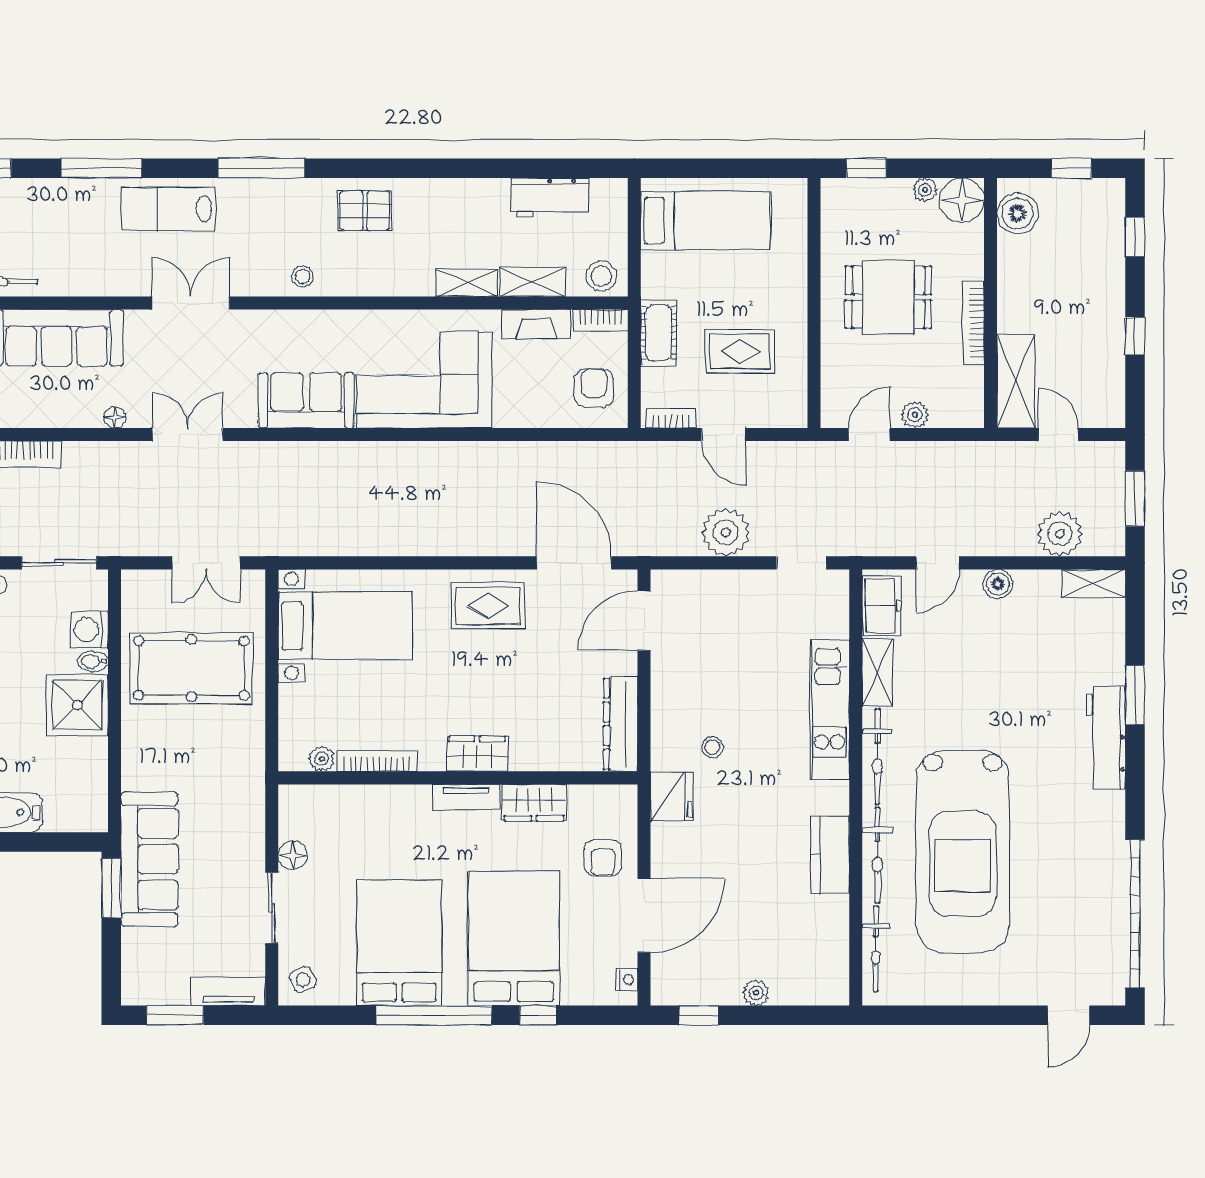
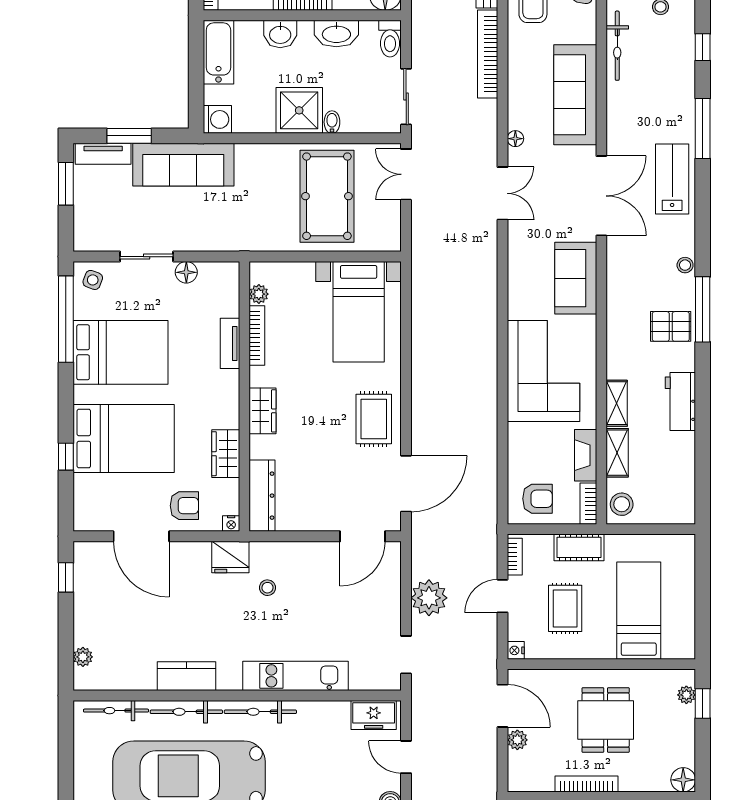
window: (261, 168) -> (703, 309), moved
plant: (925, 190) -> (686, 695), moved
workbench: (550, 198) -> (680, 402), moved
floor lamp: (962, 200) -> (683, 780), width x0.73, depth x0.73
pallet: (365, 211) -> (671, 326), turned 90
bed: (706, 221) -> (639, 611), moved, turned 180
stool: (303, 276) -> (685, 265), moved
double door: (191, 303) -> (601, 196), width x1.37
sofa: (306, 400) -> (576, 278), moved, turned 180
nightstand: (796, 417) -> (516, 650), added
door: (869, 435) -> (503, 706), width x1.38
double door: (206, 563) -> (406, 174), moved
door: (644, 621) -> (363, 536), swing flipped
washing machine: (89, 630) -> (217, 119), moved, turned 90
shelving: (877, 672) -> (324, 712), removed
dresser: (621, 724) -> (262, 496), moved, turned 90
tv unit: (466, 797) -> (230, 343), moved
armchair: (603, 858) -> (184, 506), turned 180
window: (111, 888) -> (129, 136), moved
side table: (303, 980) -> (93, 280), turned 45
nightstand: (627, 980) -> (231, 524), moved
tv unit: (228, 992) -> (103, 154), moved, turned 90
plant: (756, 993) -> (83, 657), moved
window: (434, 1015) -> (66, 319), moved

